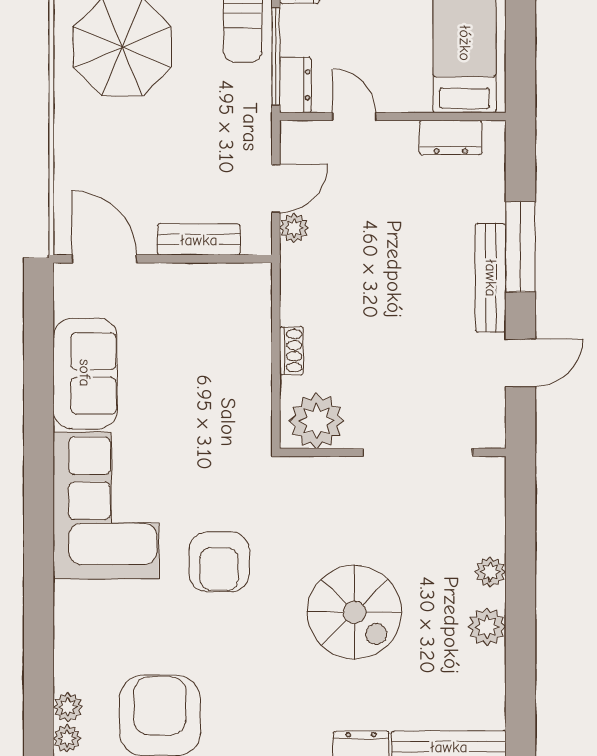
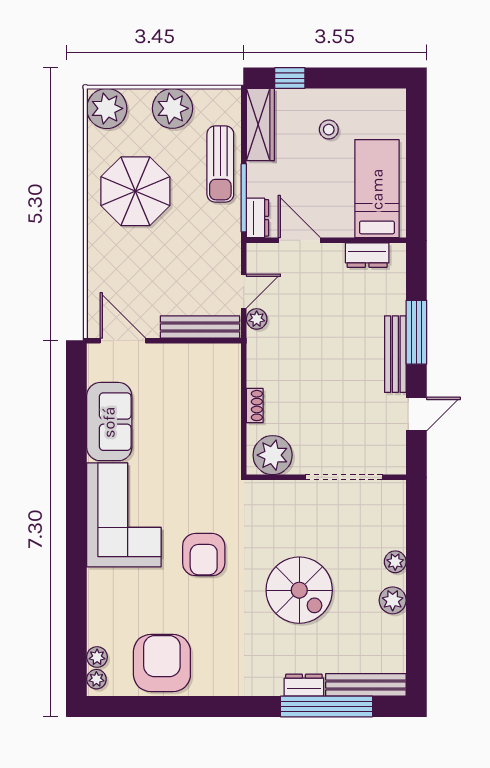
door: (354, 117) -> (299, 240), width x1.38
bench: (199, 240) -> (200, 327), width x1.36

